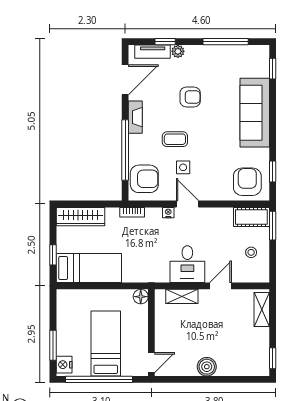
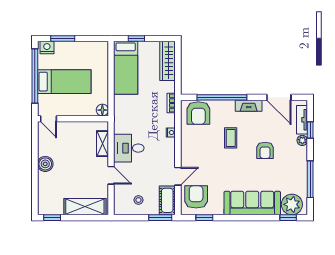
plant: (257, 64) -> (292, 204), added
side table: (183, 167) -> (208, 145), removed
armchair: (247, 182) -> (196, 197), turned -90
door: (188, 204) -> (178, 176), moved
shelving: (262, 309) -> (85, 207), width x1.50, depth x1.33

